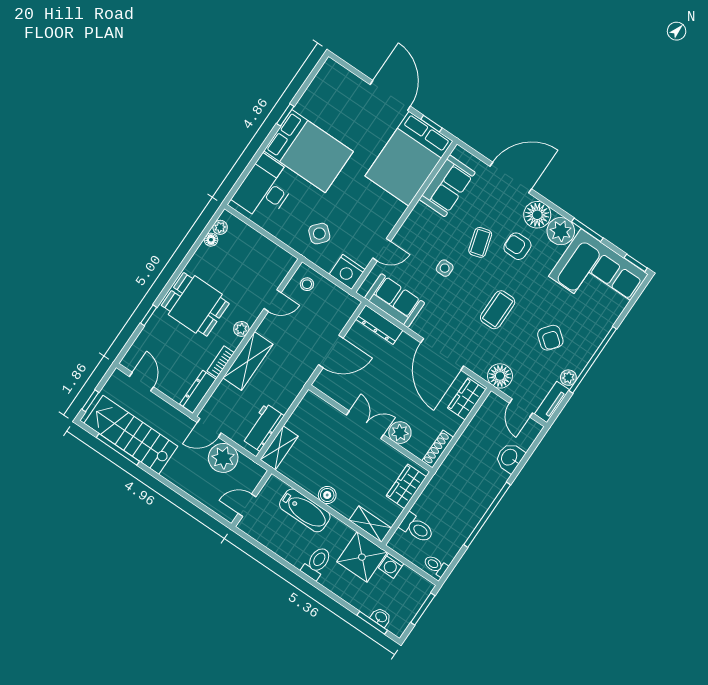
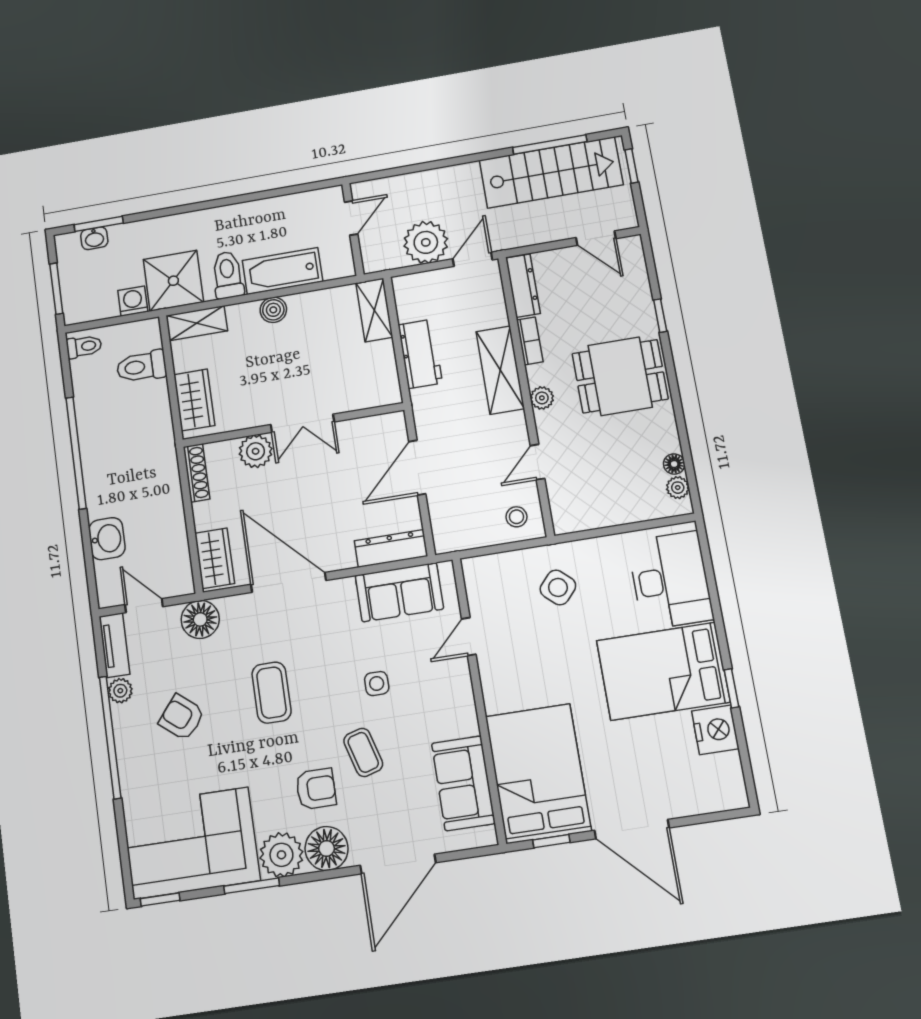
nightstand: (347, 272) -> (715, 730), moved, turned 90
workbench: (263, 427) -> (420, 354), moved
toilet: (317, 563) -> (228, 275), moved, turned 180

